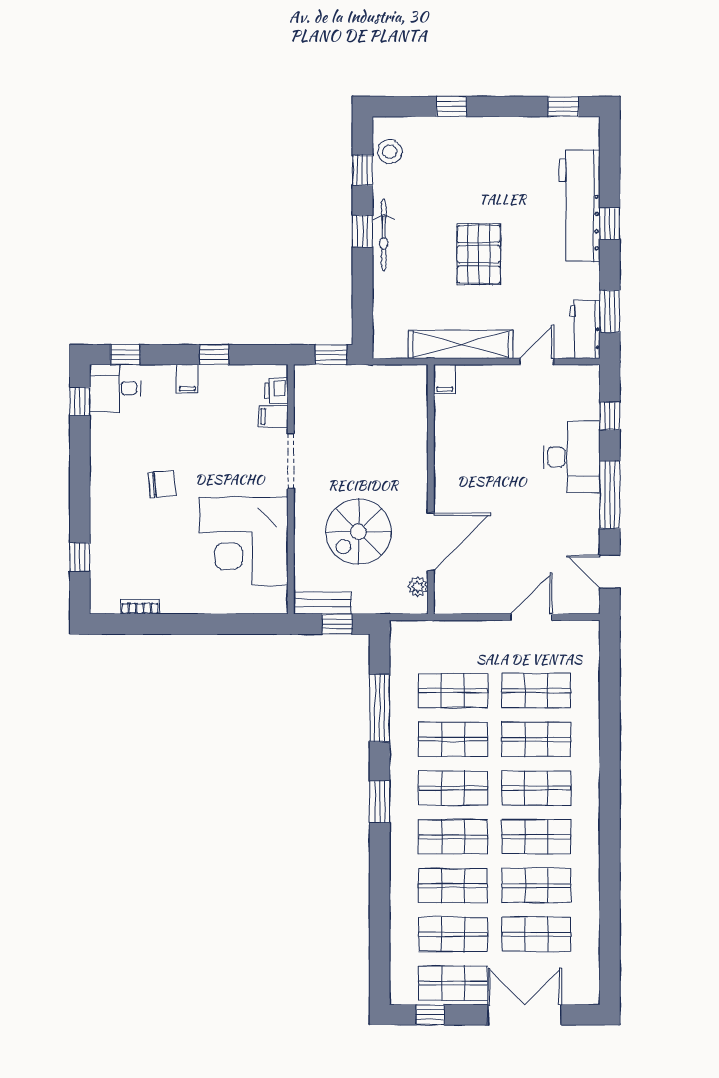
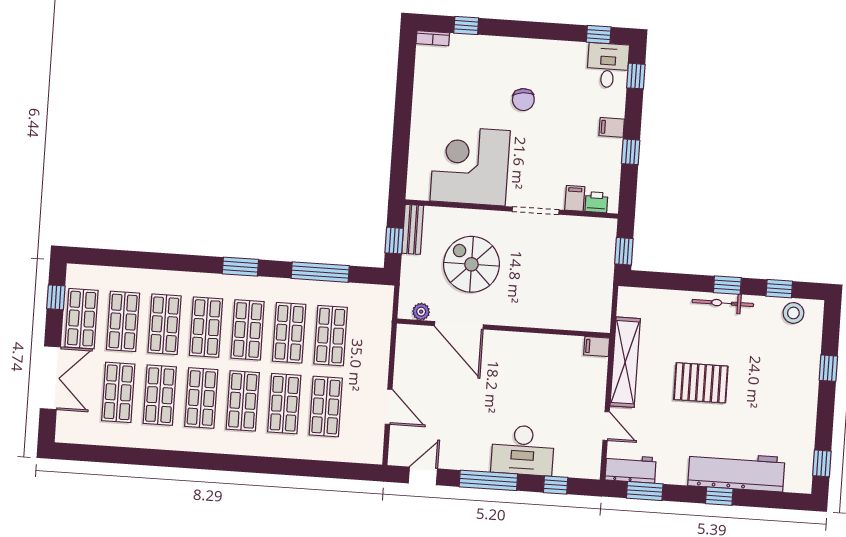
bookcase: (140, 606) -> (433, 38), moved, turned 90

